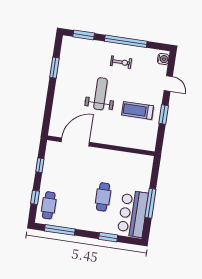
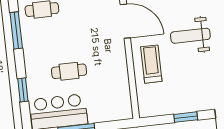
weight bench: (101, 94) -> (190, 36), turned 180
treadmill: (138, 110) -> (151, 64), moved

